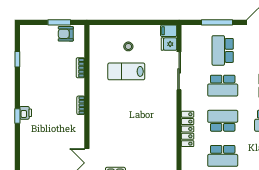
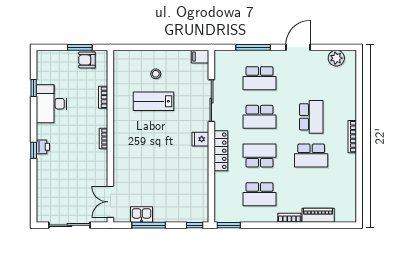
fridge: (169, 44) -> (200, 139), moved
school desk: (223, 50) -> (259, 78), turned -90
desk: (34, 74) -> (52, 104), added
locker: (188, 129) -> (221, 151), moved

